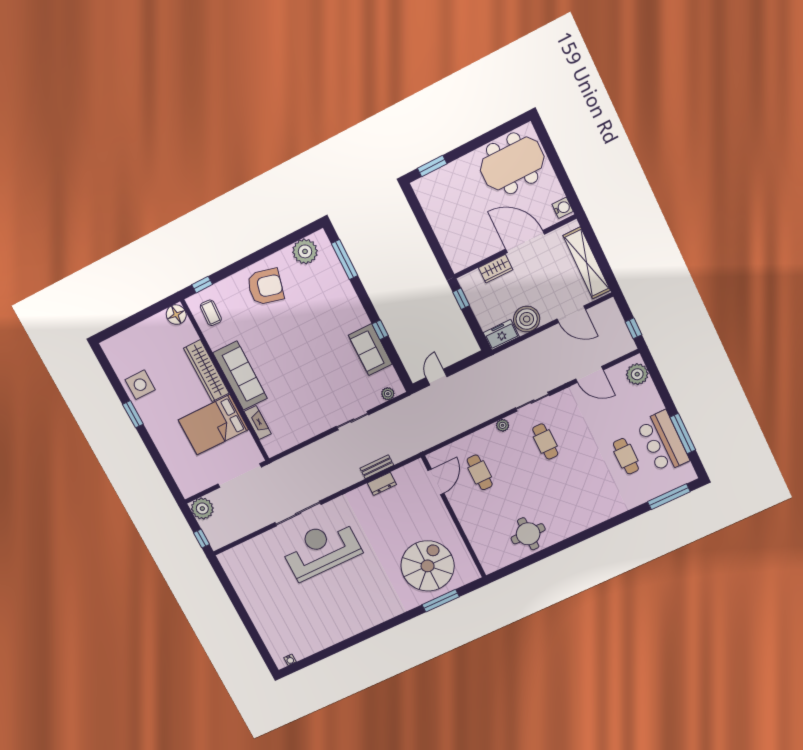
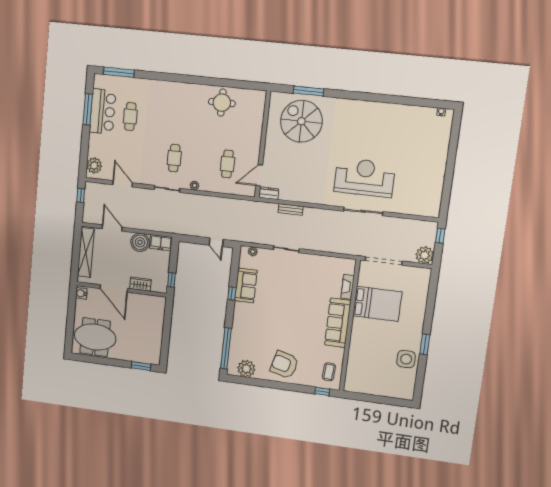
window: (345, 259) -> (226, 348), width x1.46
floor lamp: (176, 315) -> (351, 385), removed
wardrobe: (206, 371) -> (357, 340), removed
door: (437, 377) -> (216, 242), hinge flipped
dresser: (382, 484) -> (269, 193), moved
reception desk: (321, 549) -> (365, 178), turned 180
spiral stairs: (428, 566) -> (301, 121), turned 90

